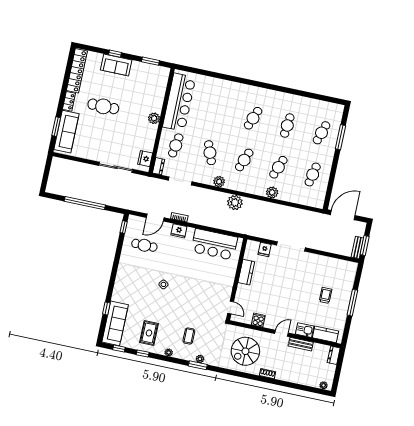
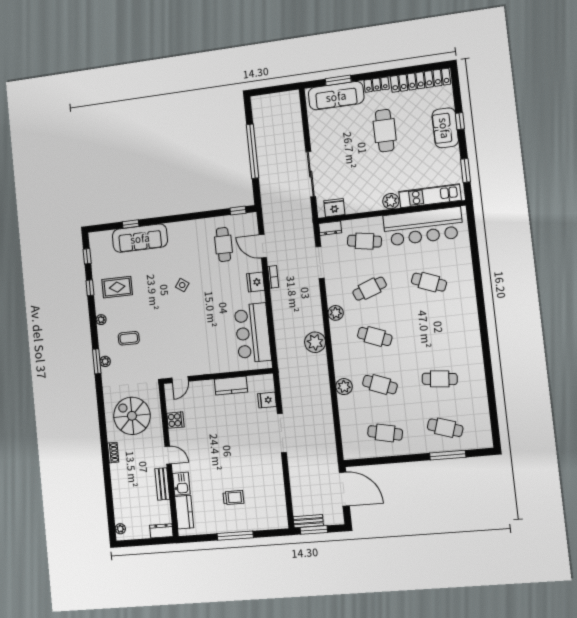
kitchen unit: (160, 91) -> (430, 196), added
cafe table: (253, 118) -> (429, 282), moved
sofa: (115, 323) -> (140, 238), moved

